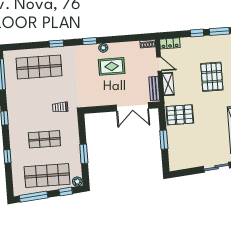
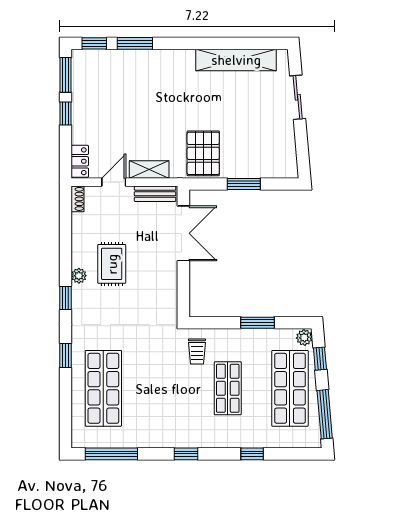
pallet: (212, 77) -> (142, 94), removed
trolley: (60, 107) -> (197, 351), moved

